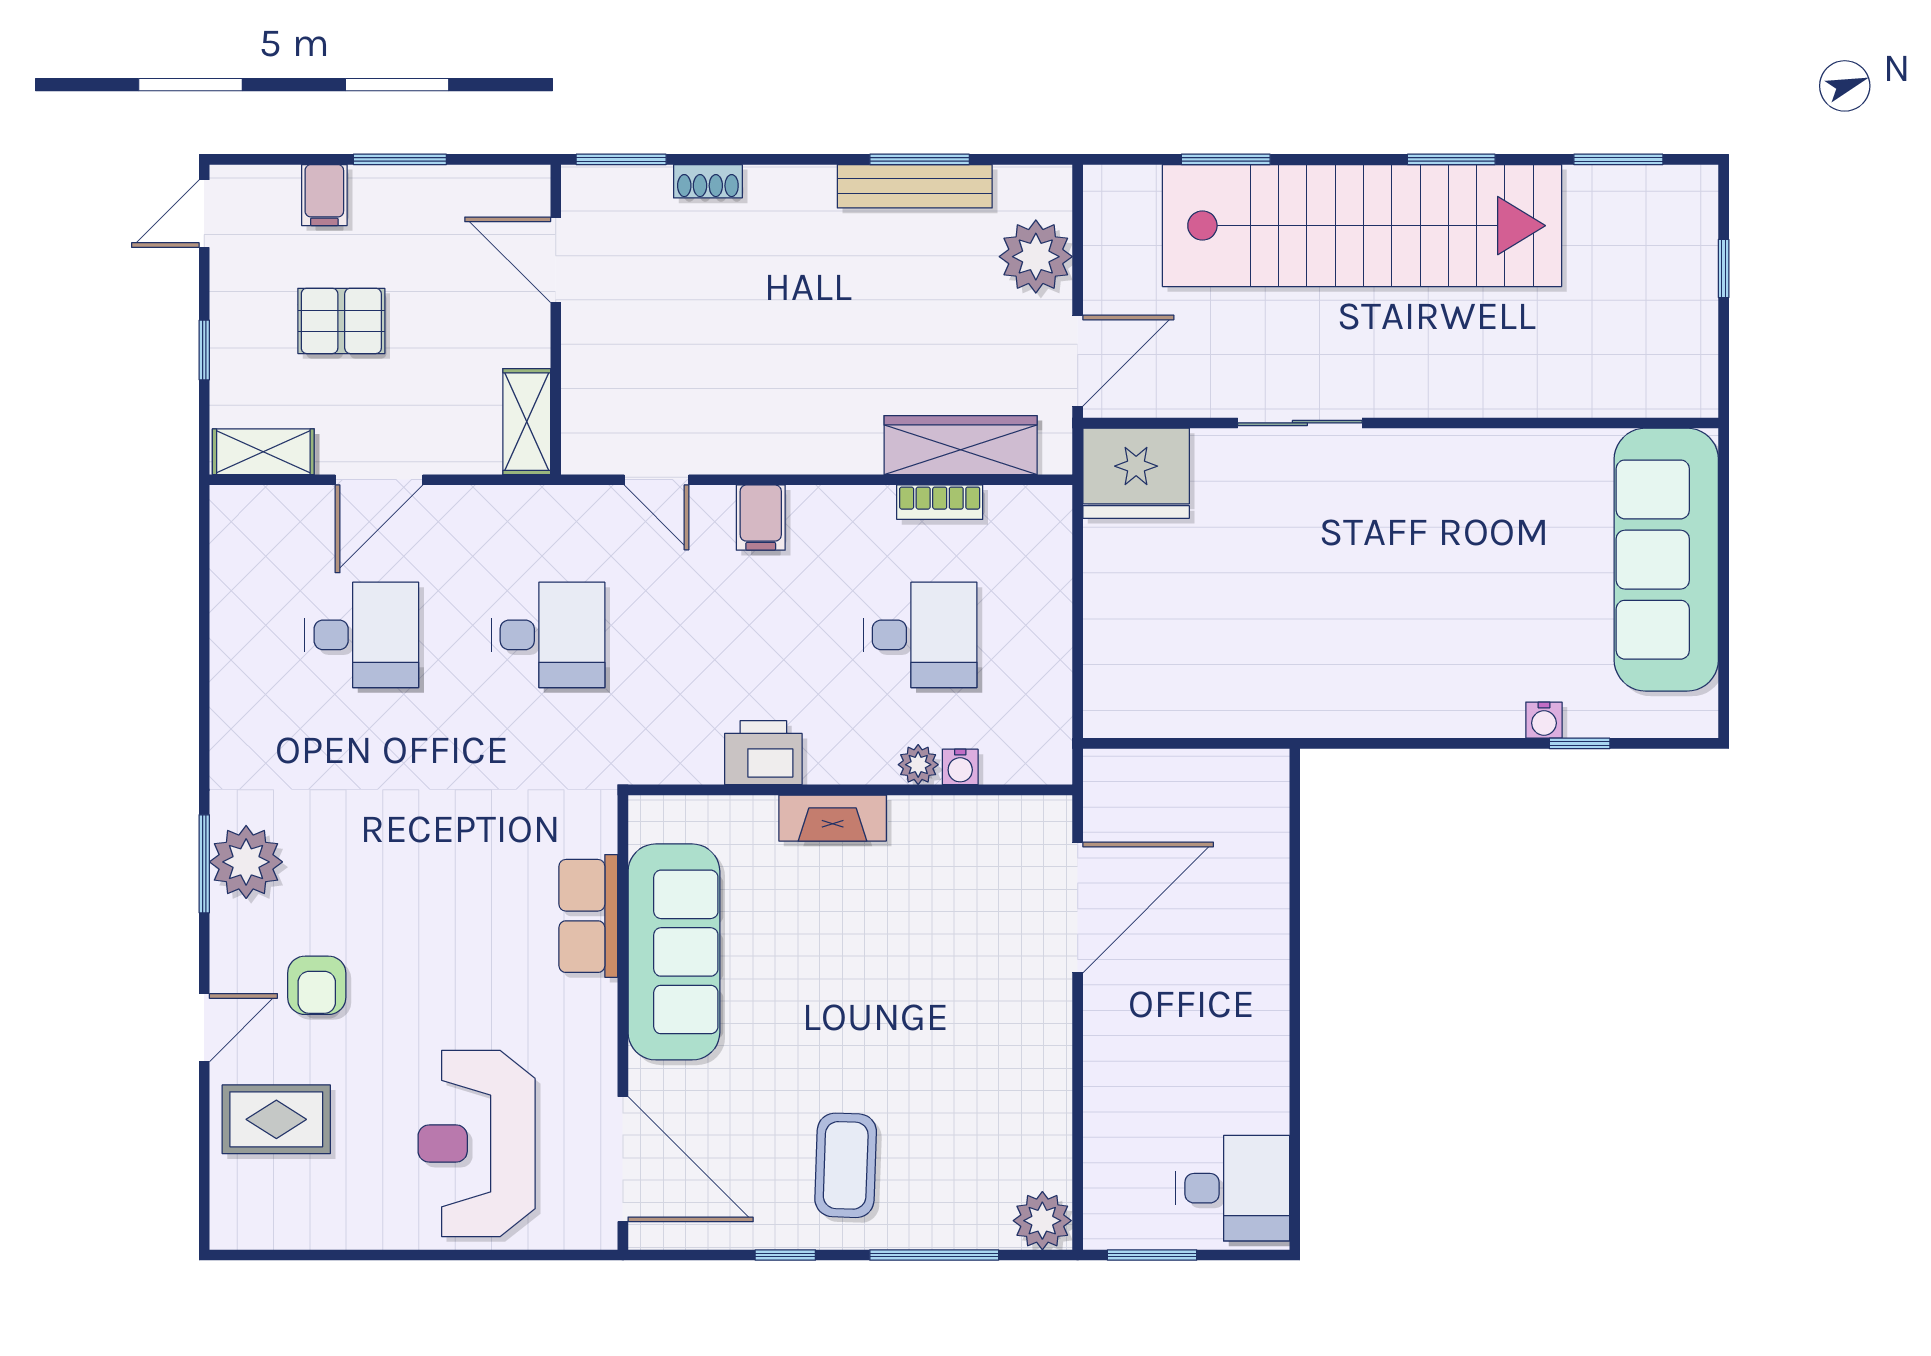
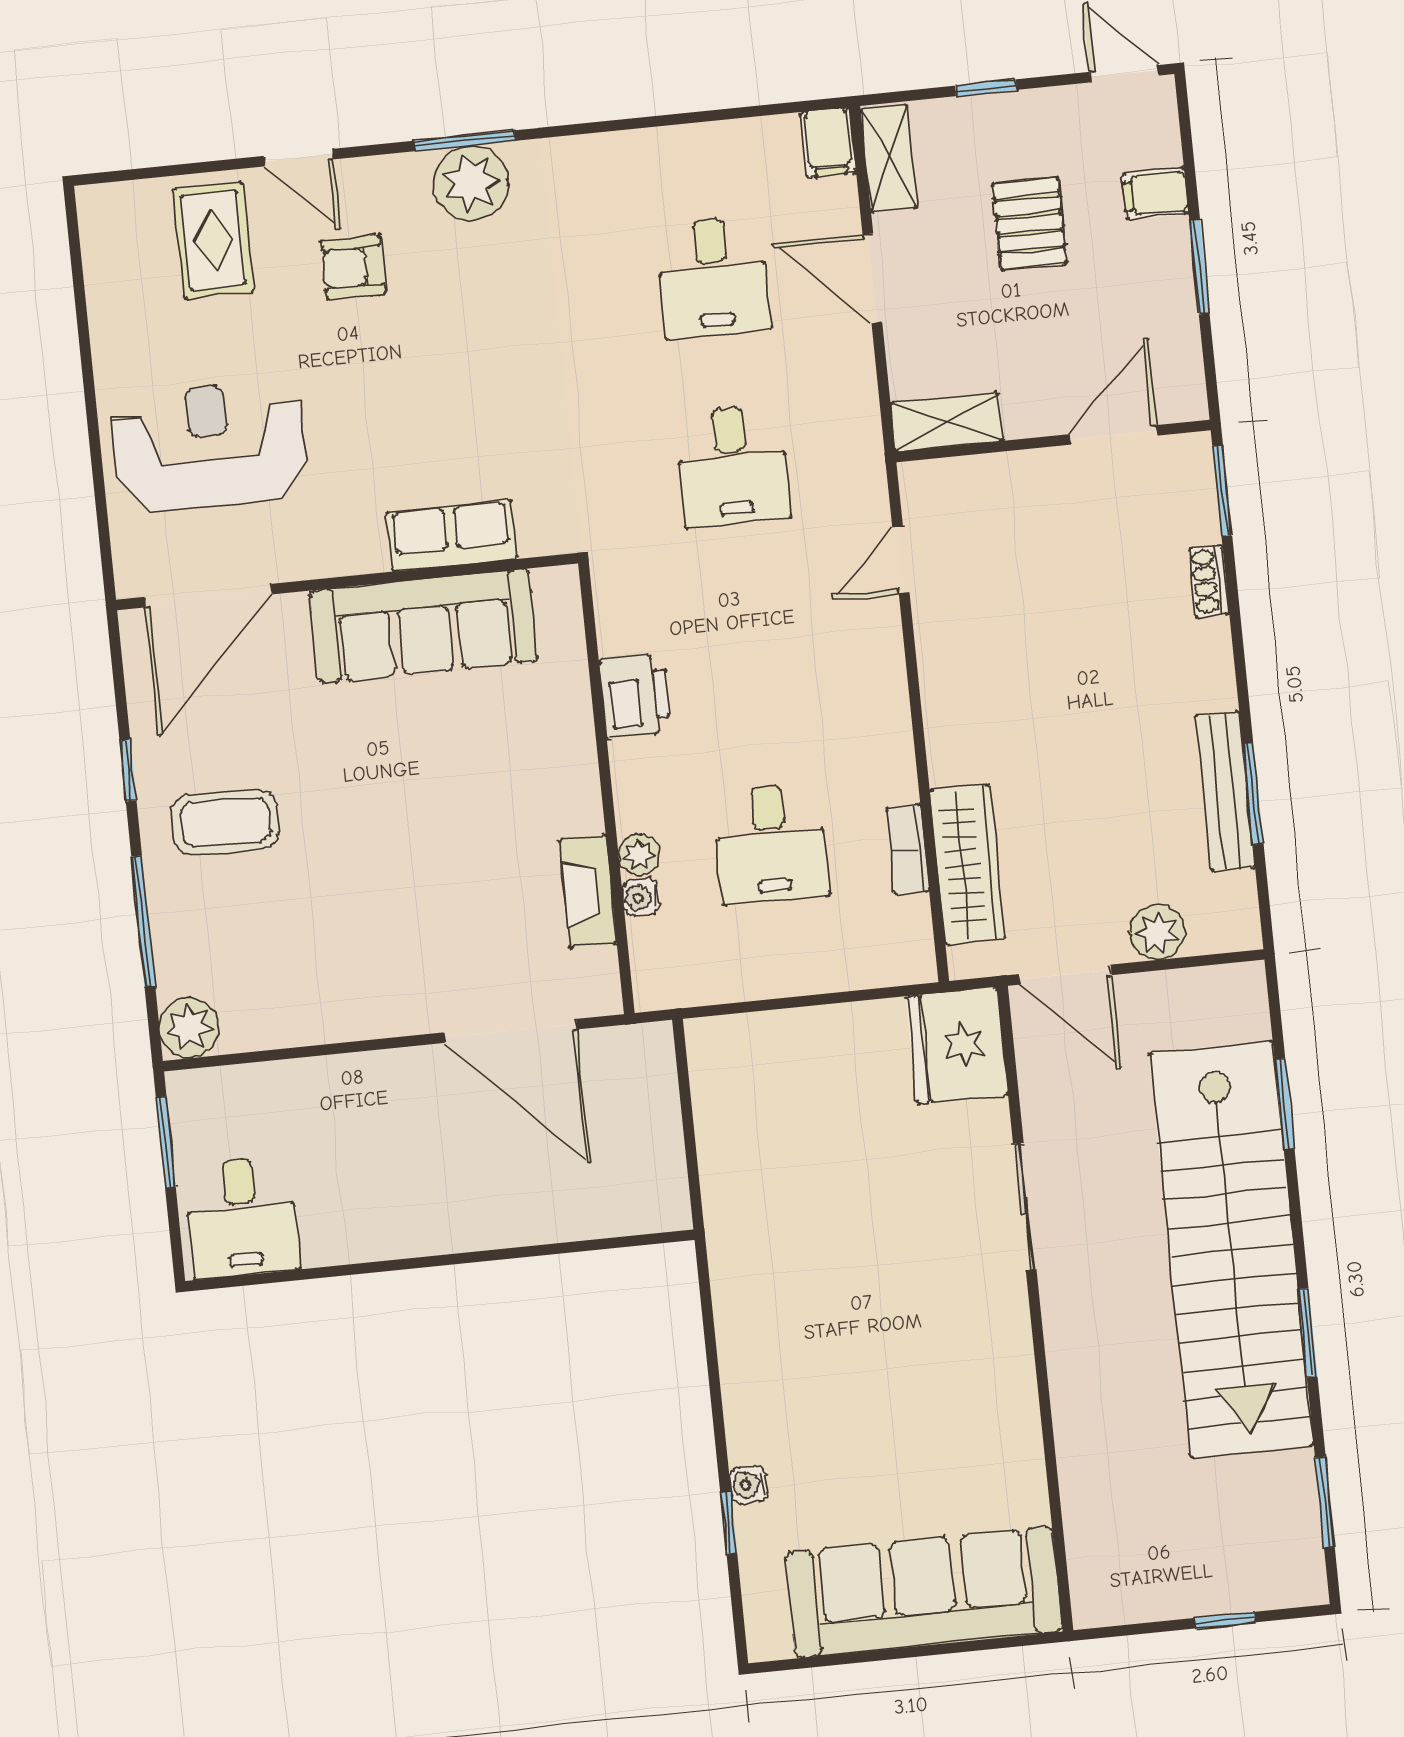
plant: (1036, 257) -> (1157, 932), width x0.73, depth x0.73
filing cabinet: (761, 518) -> (828, 143), moved, turned -90
fireplace: (833, 818) -> (588, 892), moved

